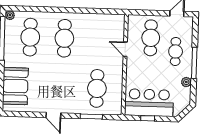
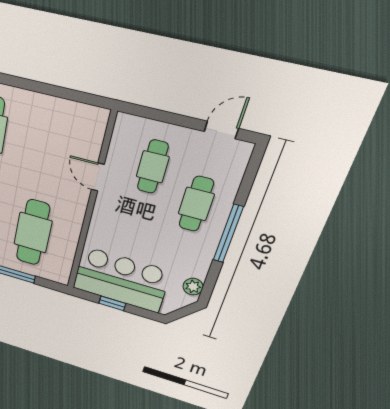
cafe table: (151, 38) -> (153, 167), width x0.73, depth x0.74
plant: (186, 82) -> (193, 287), moved

